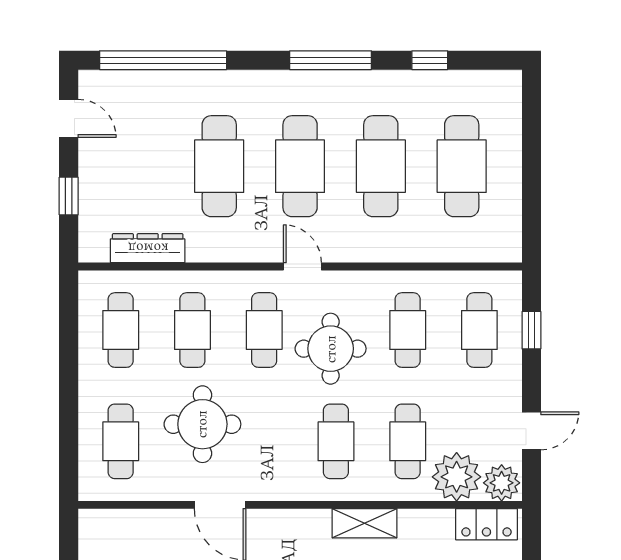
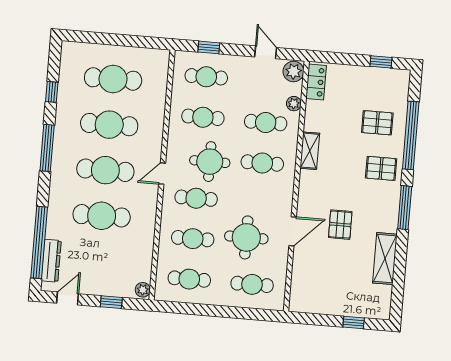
dresser: (148, 248) -> (51, 261), moved, turned 180
plant: (95, 250) -> (143, 290), added
plant: (457, 477) -> (294, 104), width x0.53, depth x0.53

